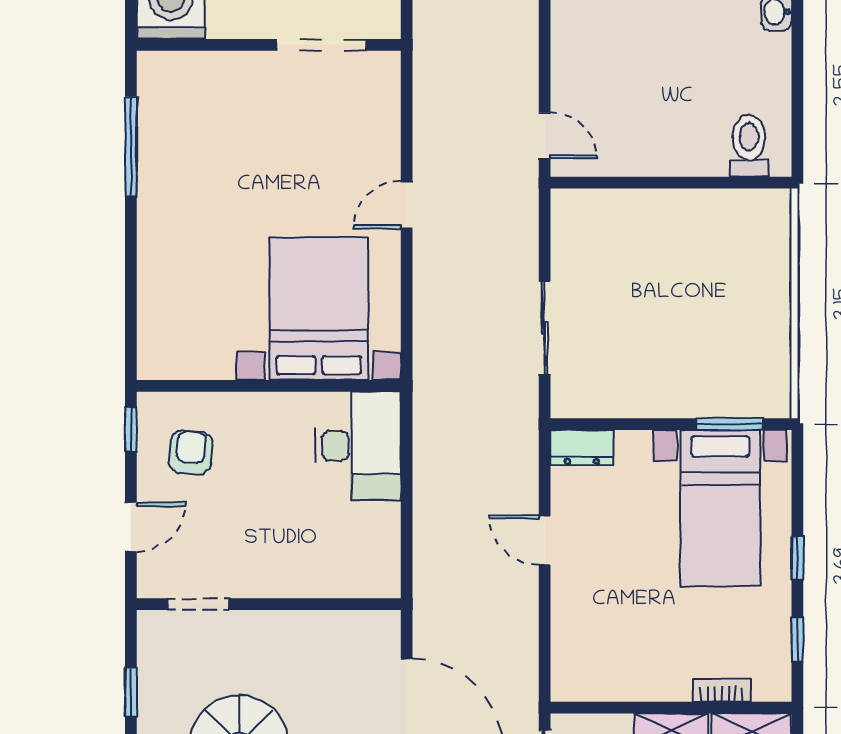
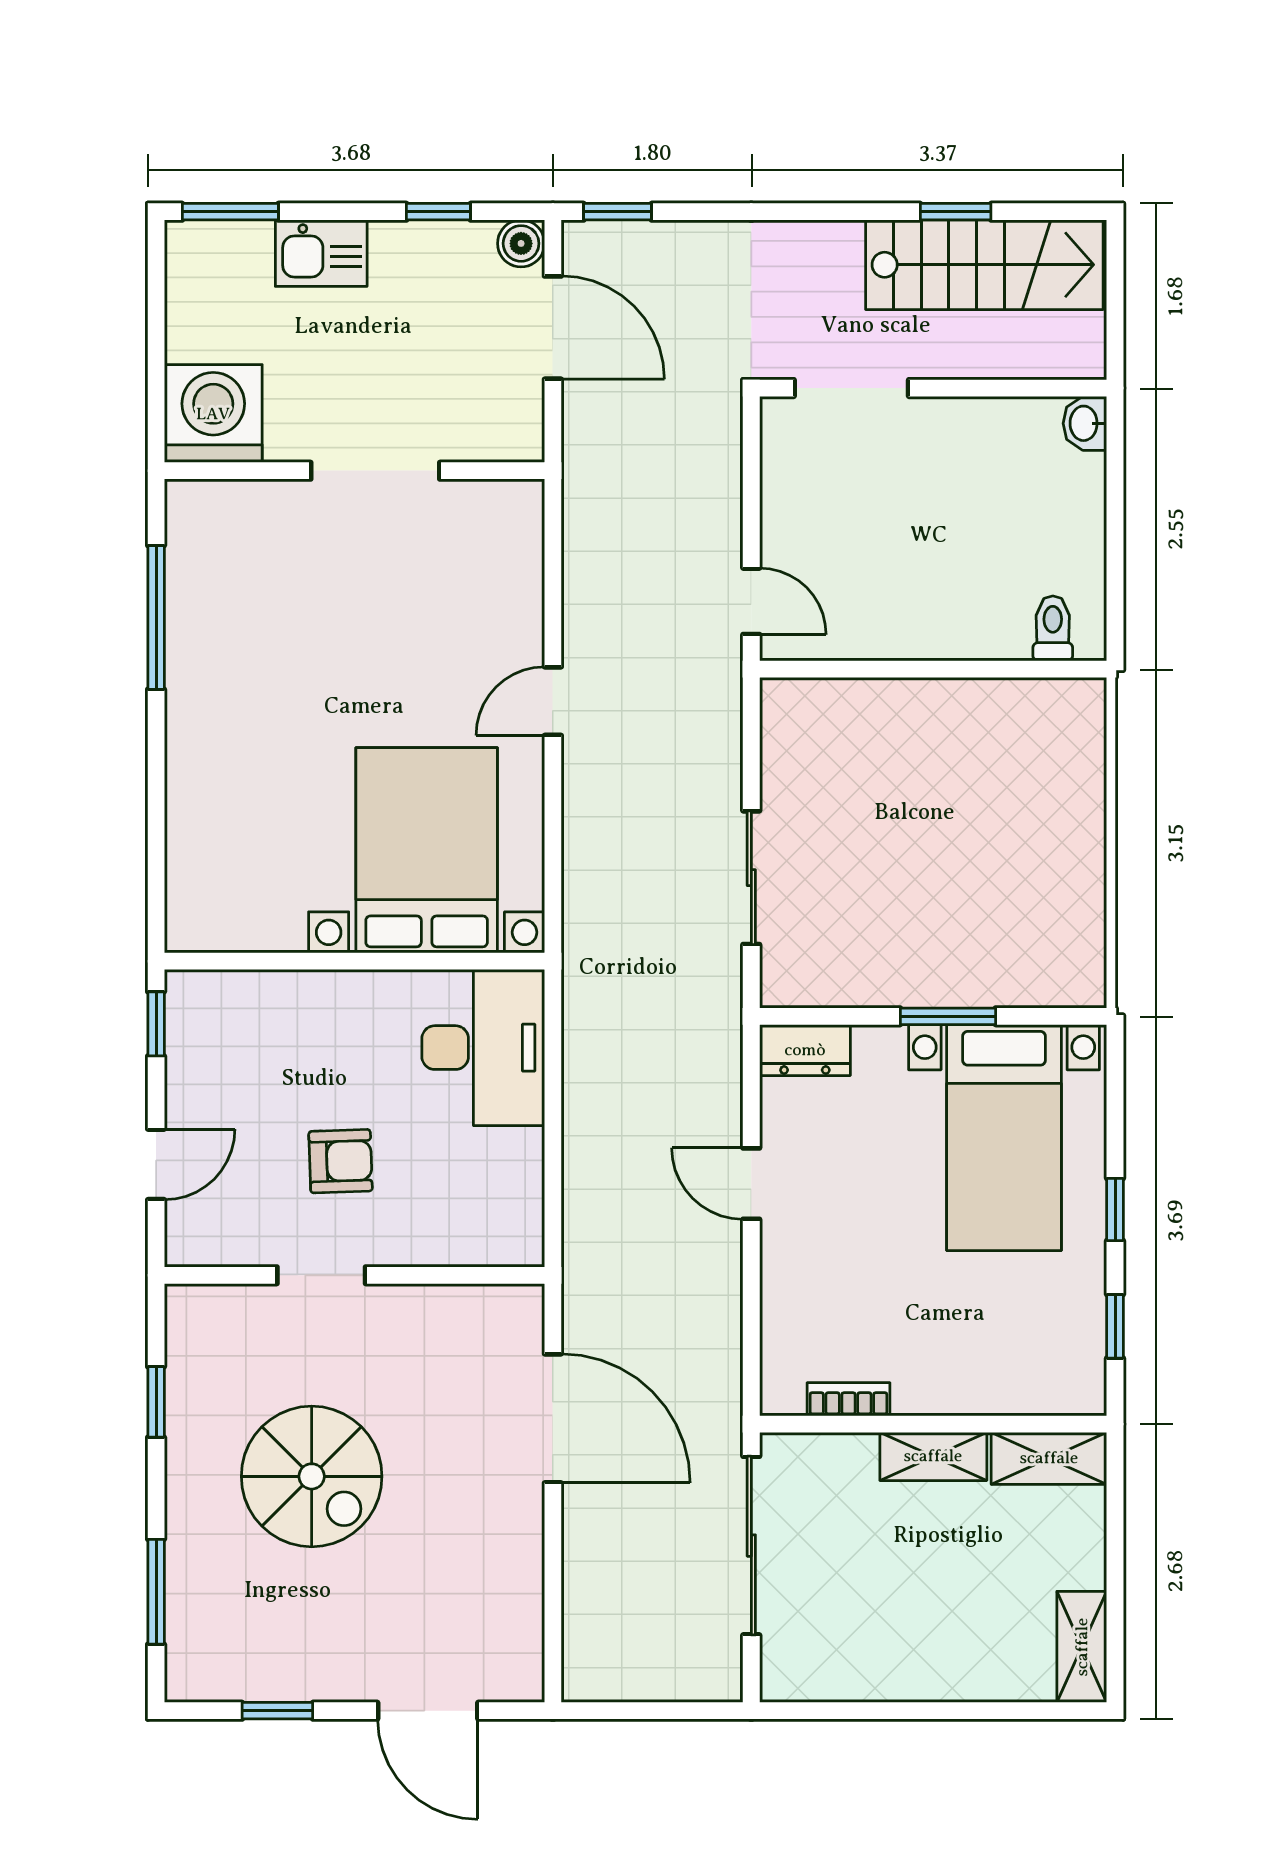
doorway: (322, 45) -> (375, 471), moved
toilet: (749, 146) -> (1053, 628), width x0.73, depth x0.72
window: (729, 424) -> (948, 1016), moved
armchair: (191, 452) -> (341, 1161), moved, turned 83
doorway: (198, 604) -> (321, 1275), moved
bookcase: (722, 690) -> (848, 1399), moved

